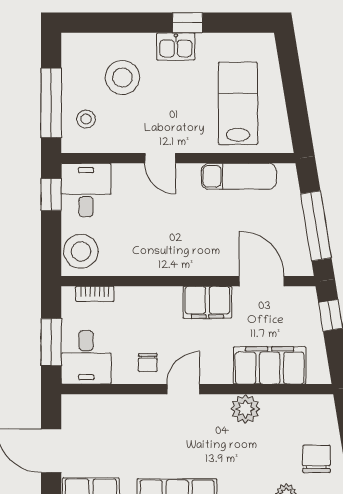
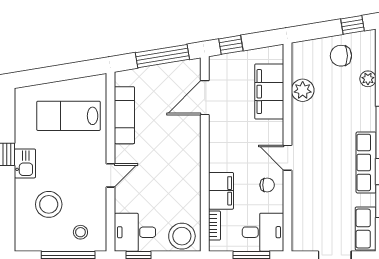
filing cabinet: (207, 302) -> (221, 191), moved
plant: (245, 409) -> (303, 90), moved

